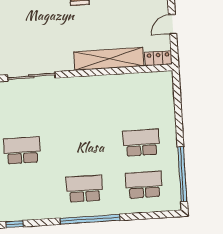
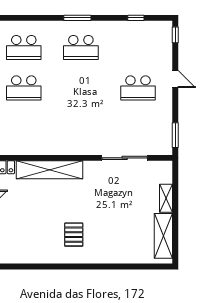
window: (90, 219) -> (77, 18), width x0.47
window: (15, 224) -> (136, 18), moved

